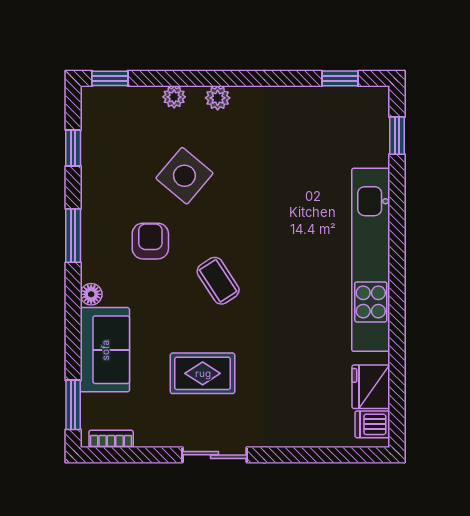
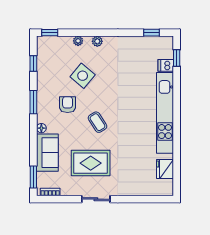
rug: (203, 373) -> (91, 163), width x1.36, depth x1.43
dishwasher: (372, 424) -> (166, 65), moved

